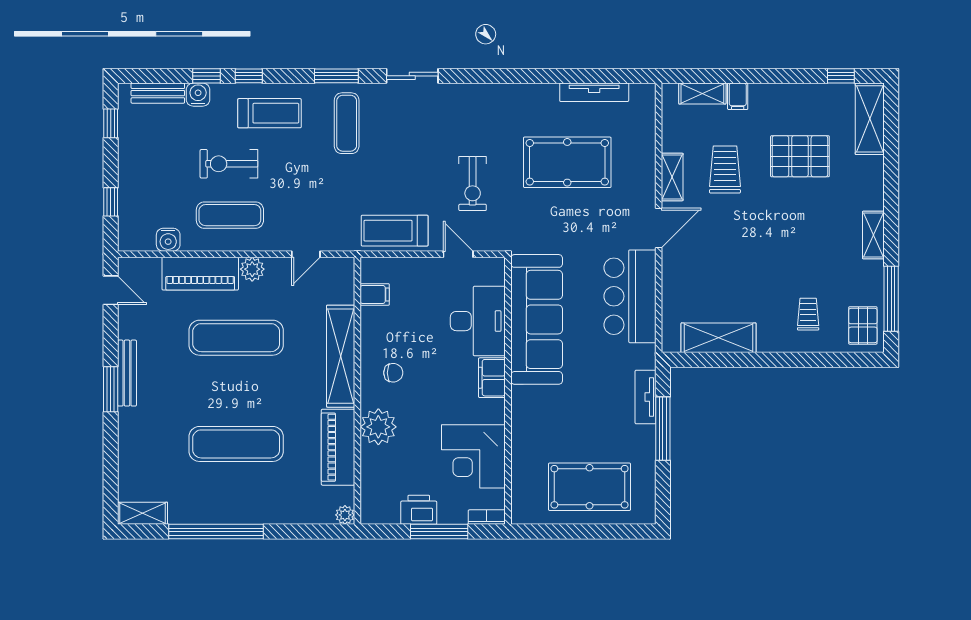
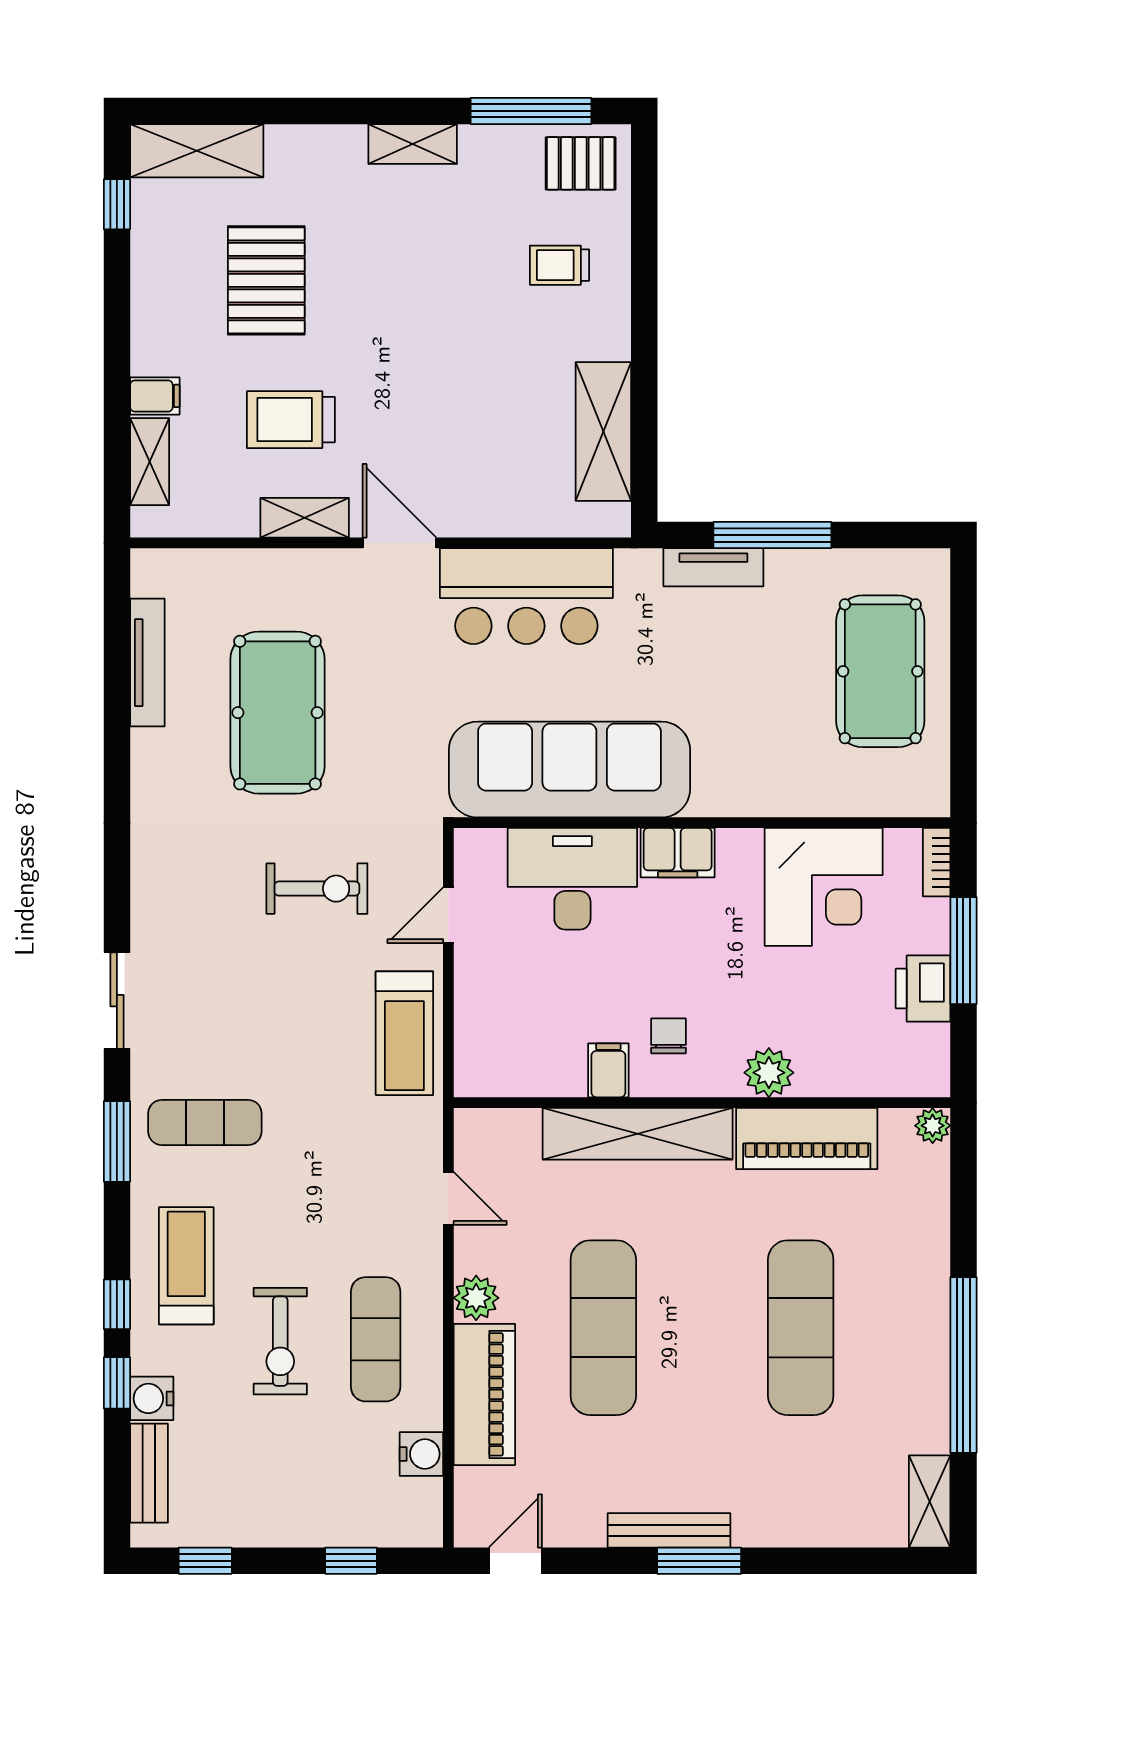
filing cabinet: (375, 294) -> (608, 1070), moved
plant: (378, 427) -> (769, 1073), width x0.73, depth x0.73

